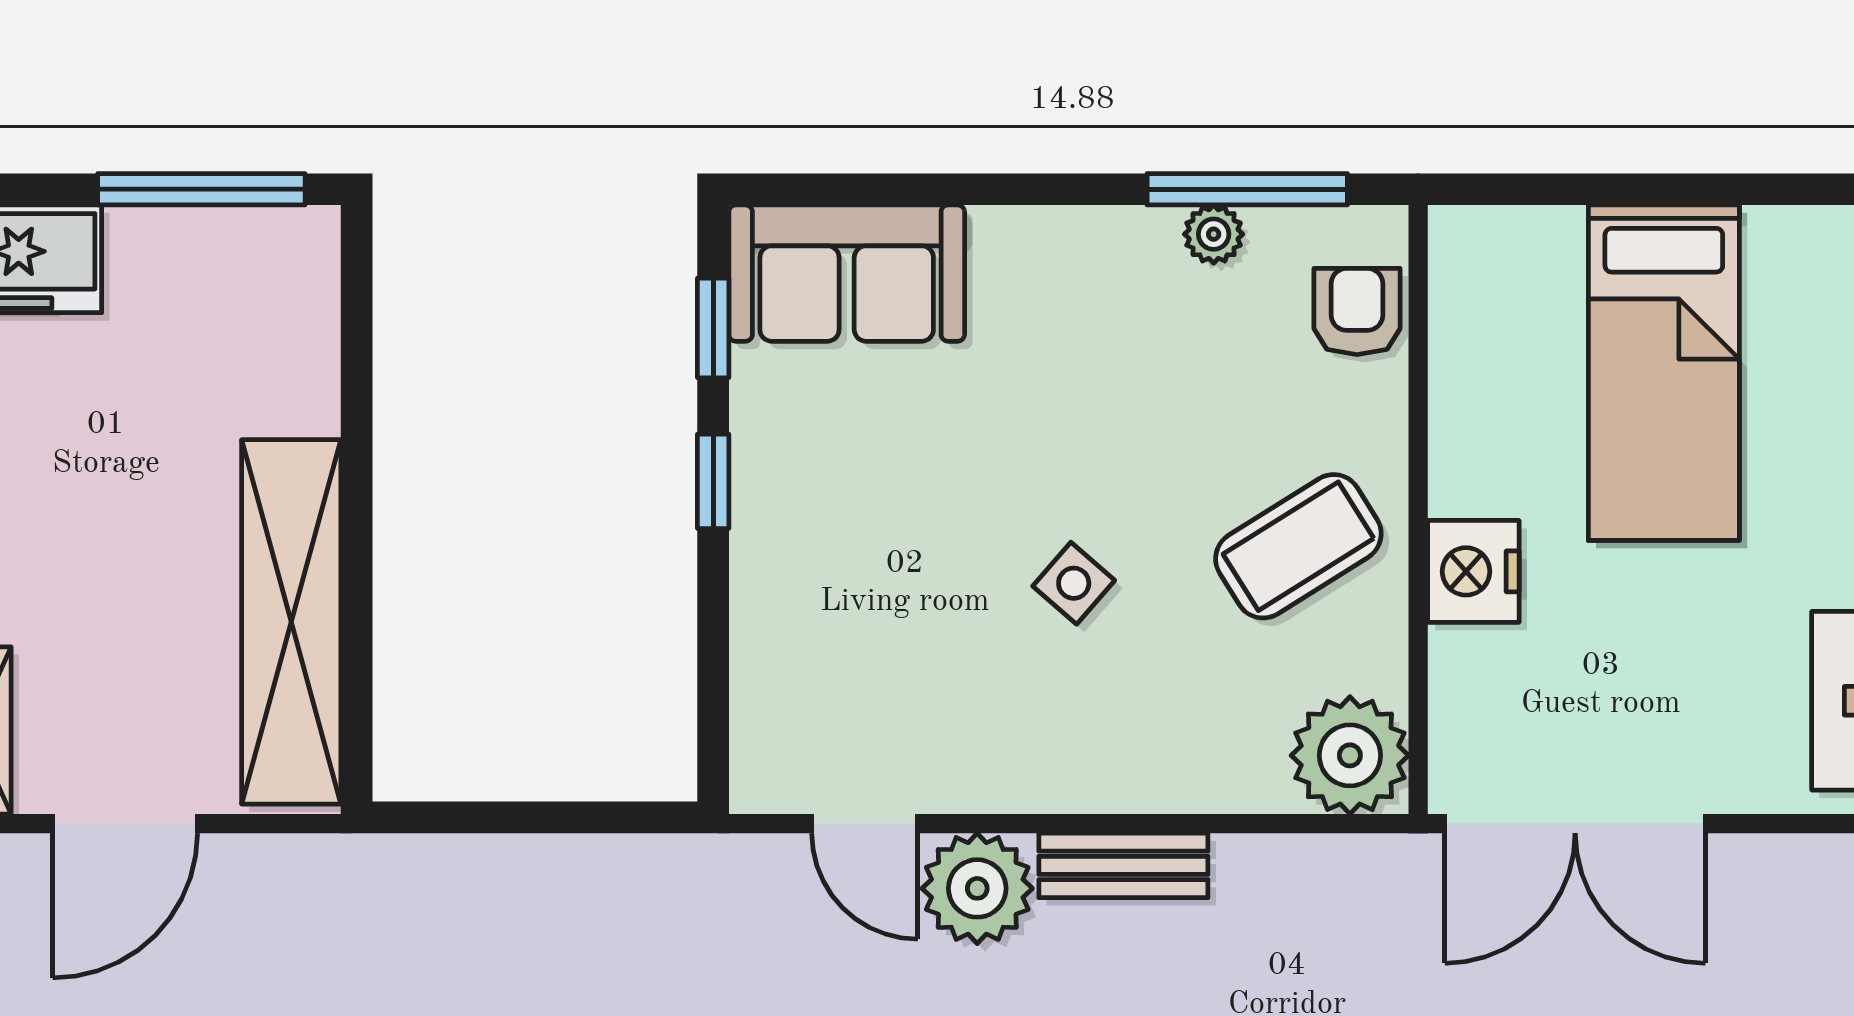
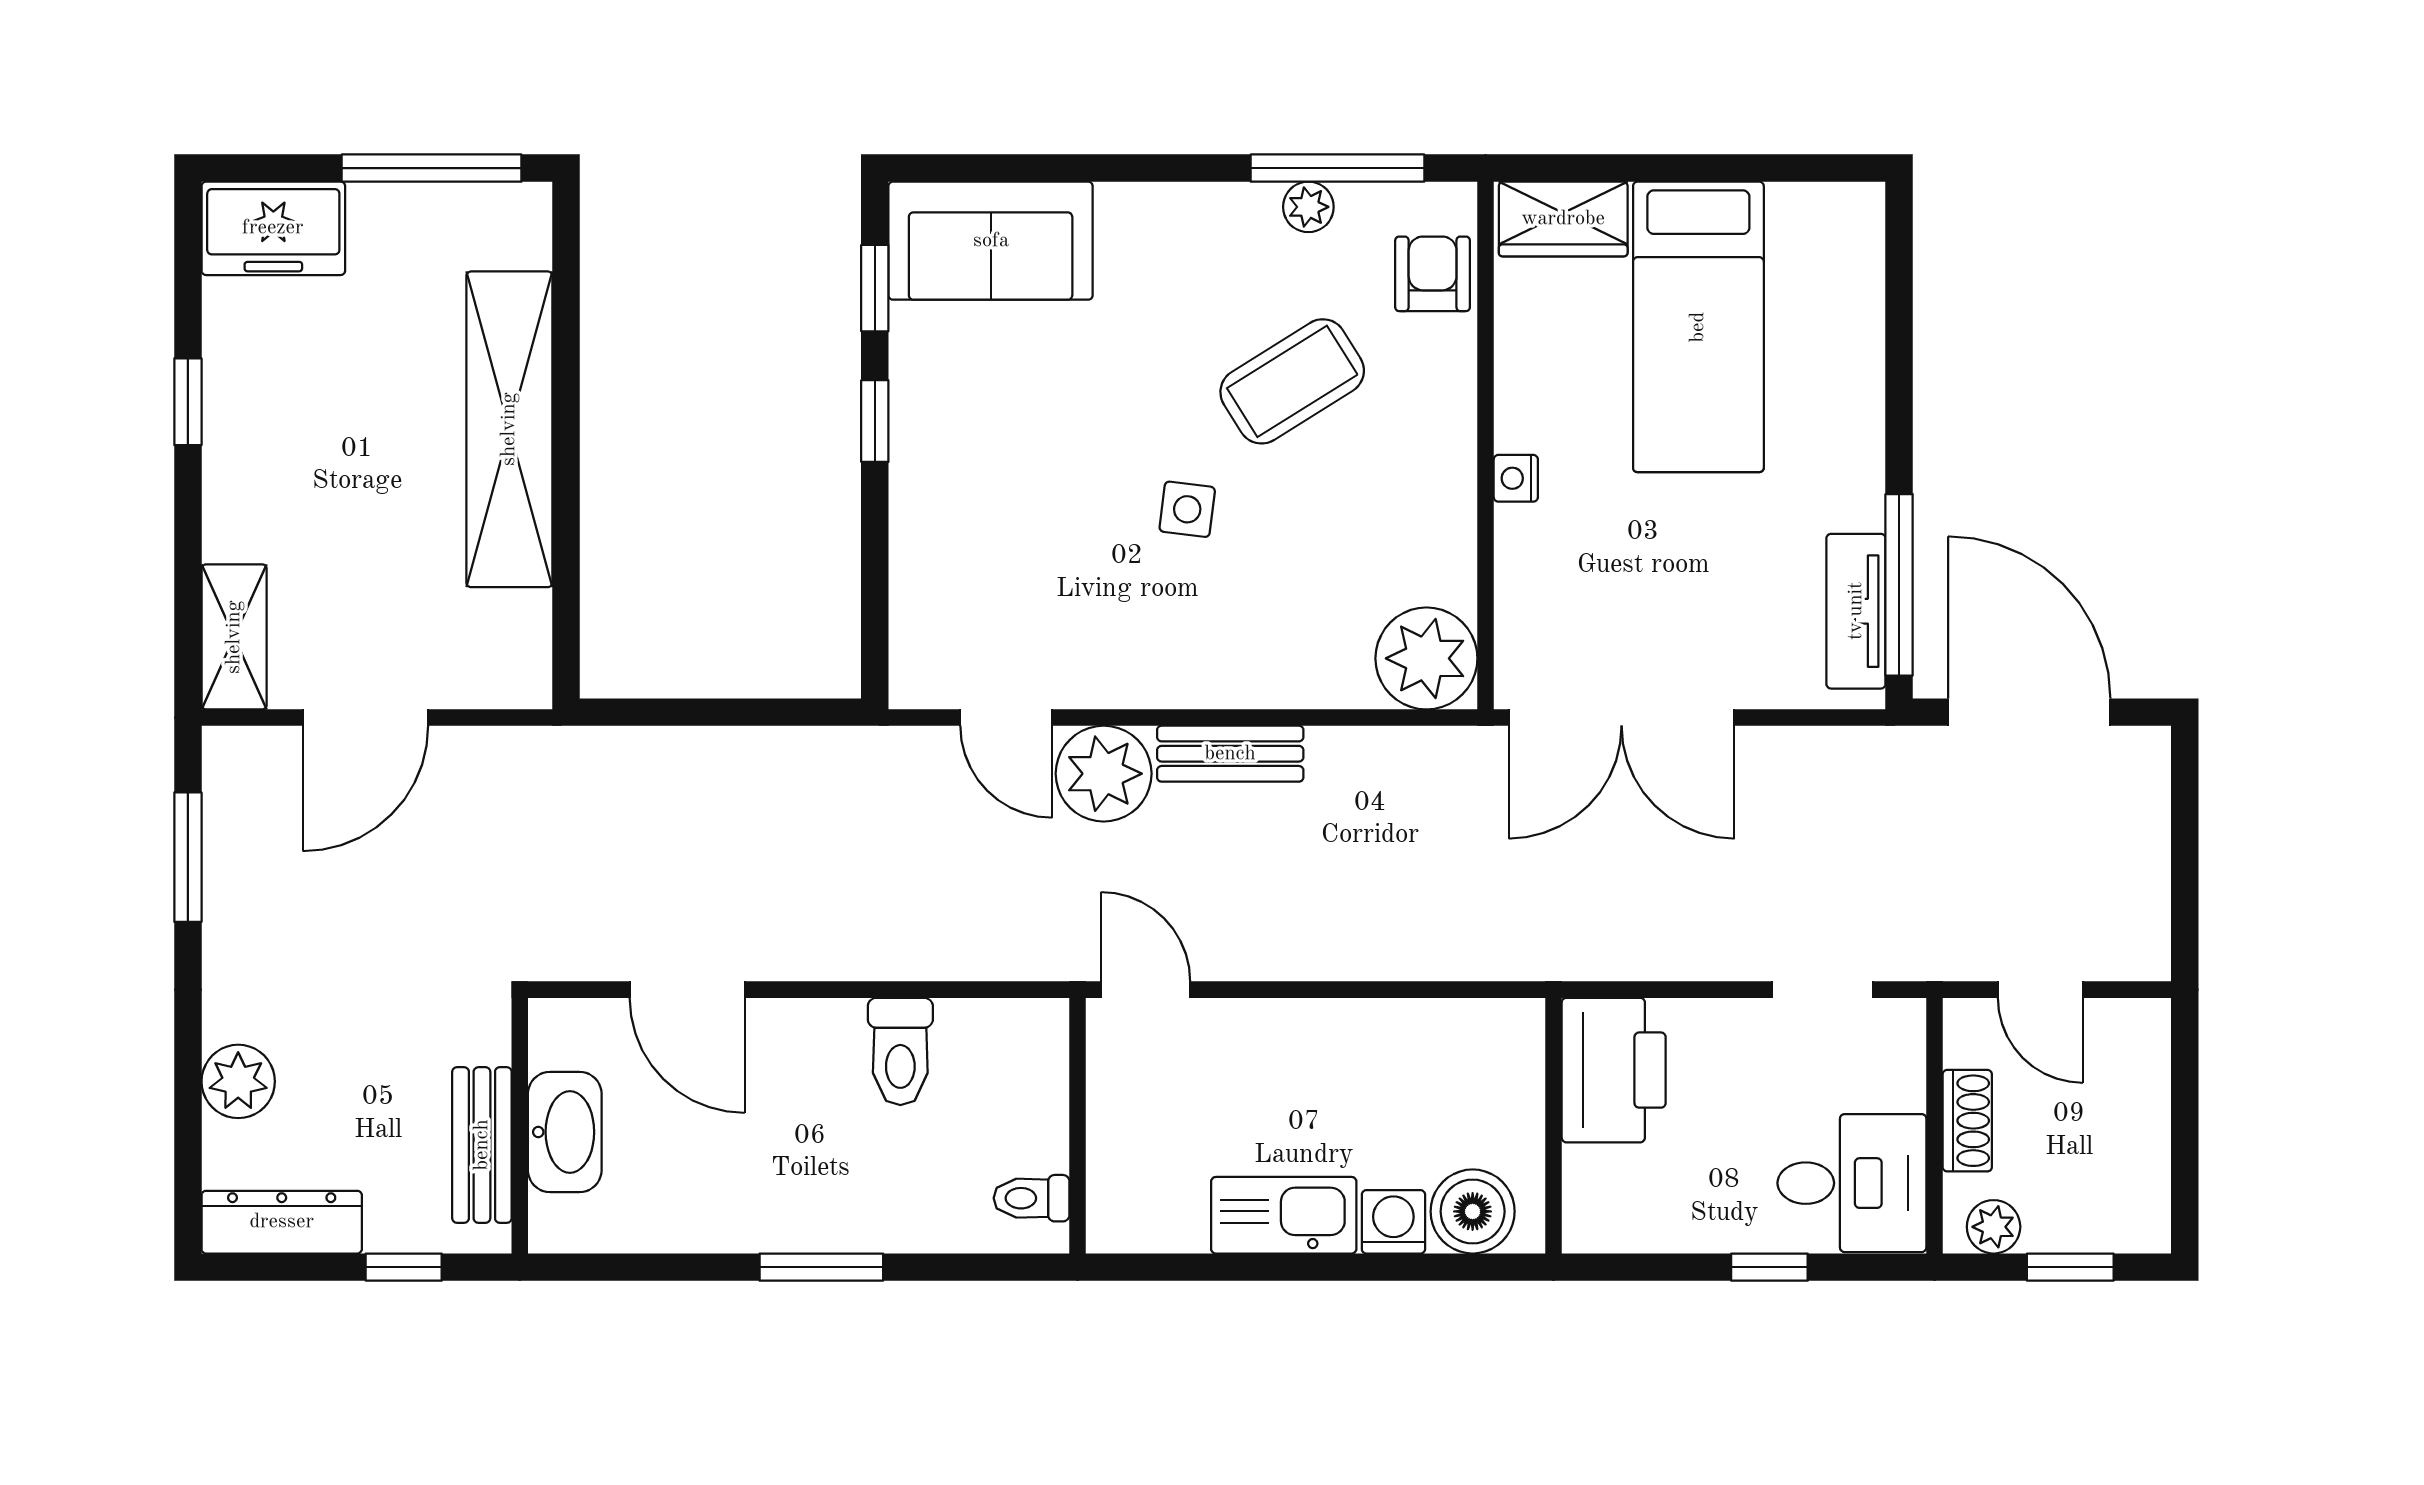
wardrobe: (1508, 248) -> (1563, 219), added
coffee table: (1298, 546) -> (1292, 381), moved
nightstand: (1473, 571) -> (1516, 478), width x0.53, depth x0.56
side table: (1074, 583) -> (1187, 509), turned -34
shelving: (291, 622) -> (509, 429), moved

